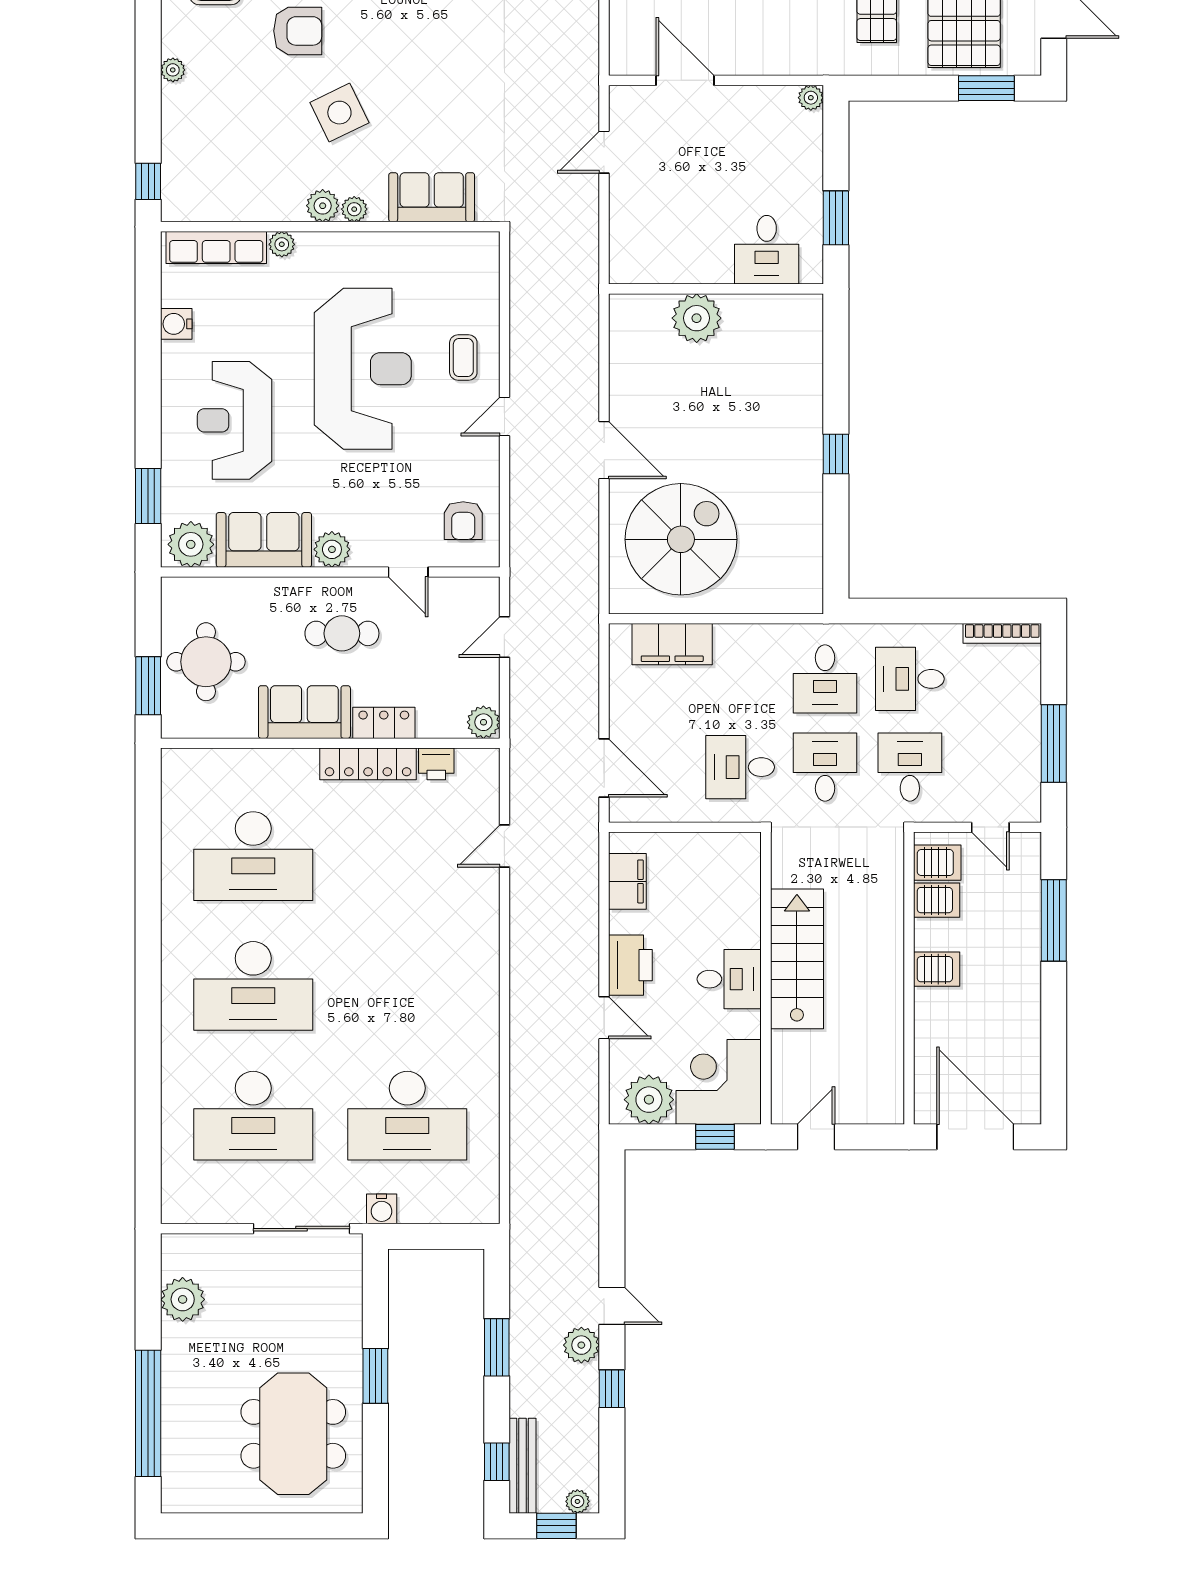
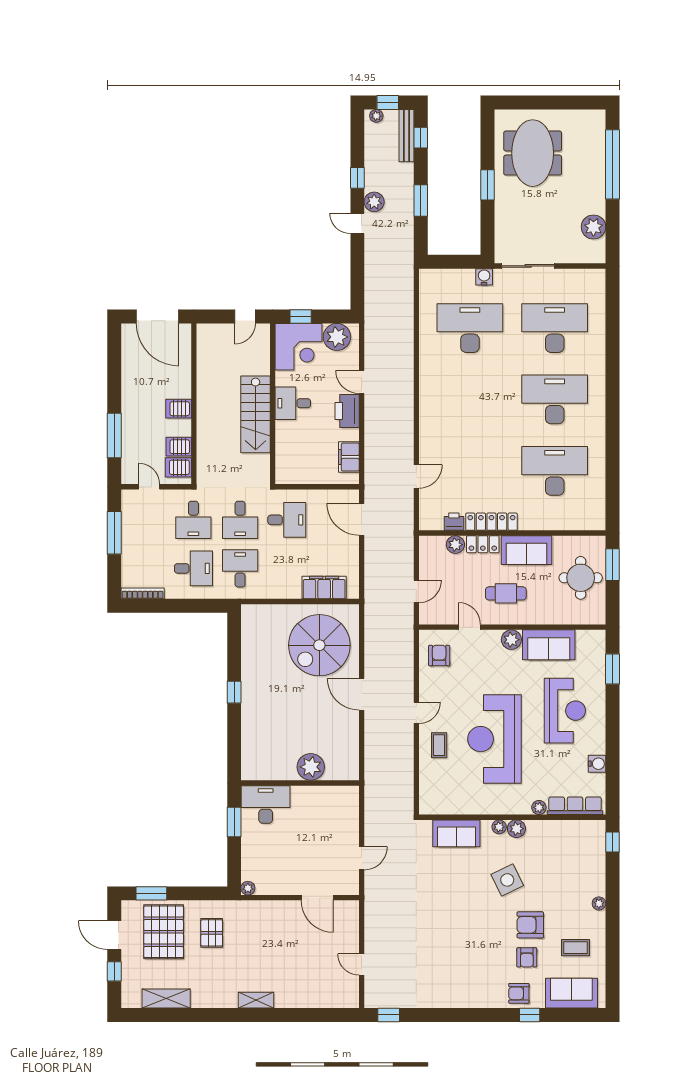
desk: (767, 250) -> (266, 804), width x1.37
plant: (191, 544) -> (589, 642), removed
plant: (483, 722) -> (455, 545), moved

